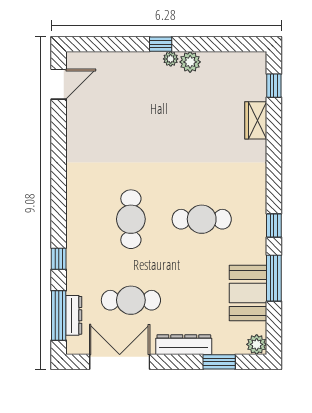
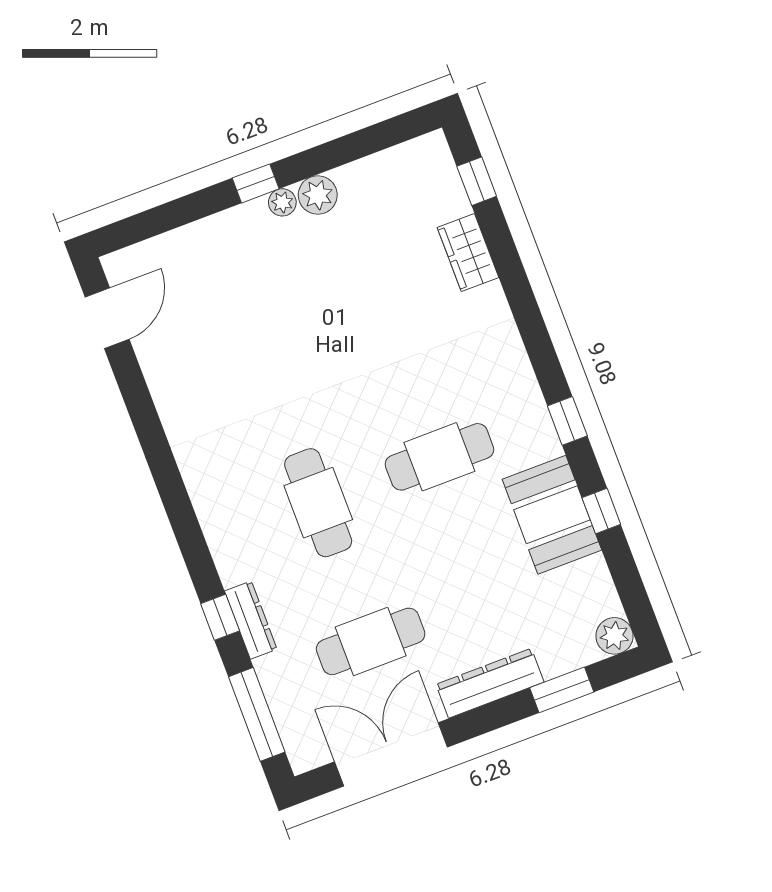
window: (274, 278) -> (601, 511), width x0.46
booth: (248, 293) -> (552, 515), moved
dresser: (74, 315) -> (251, 620), moved

